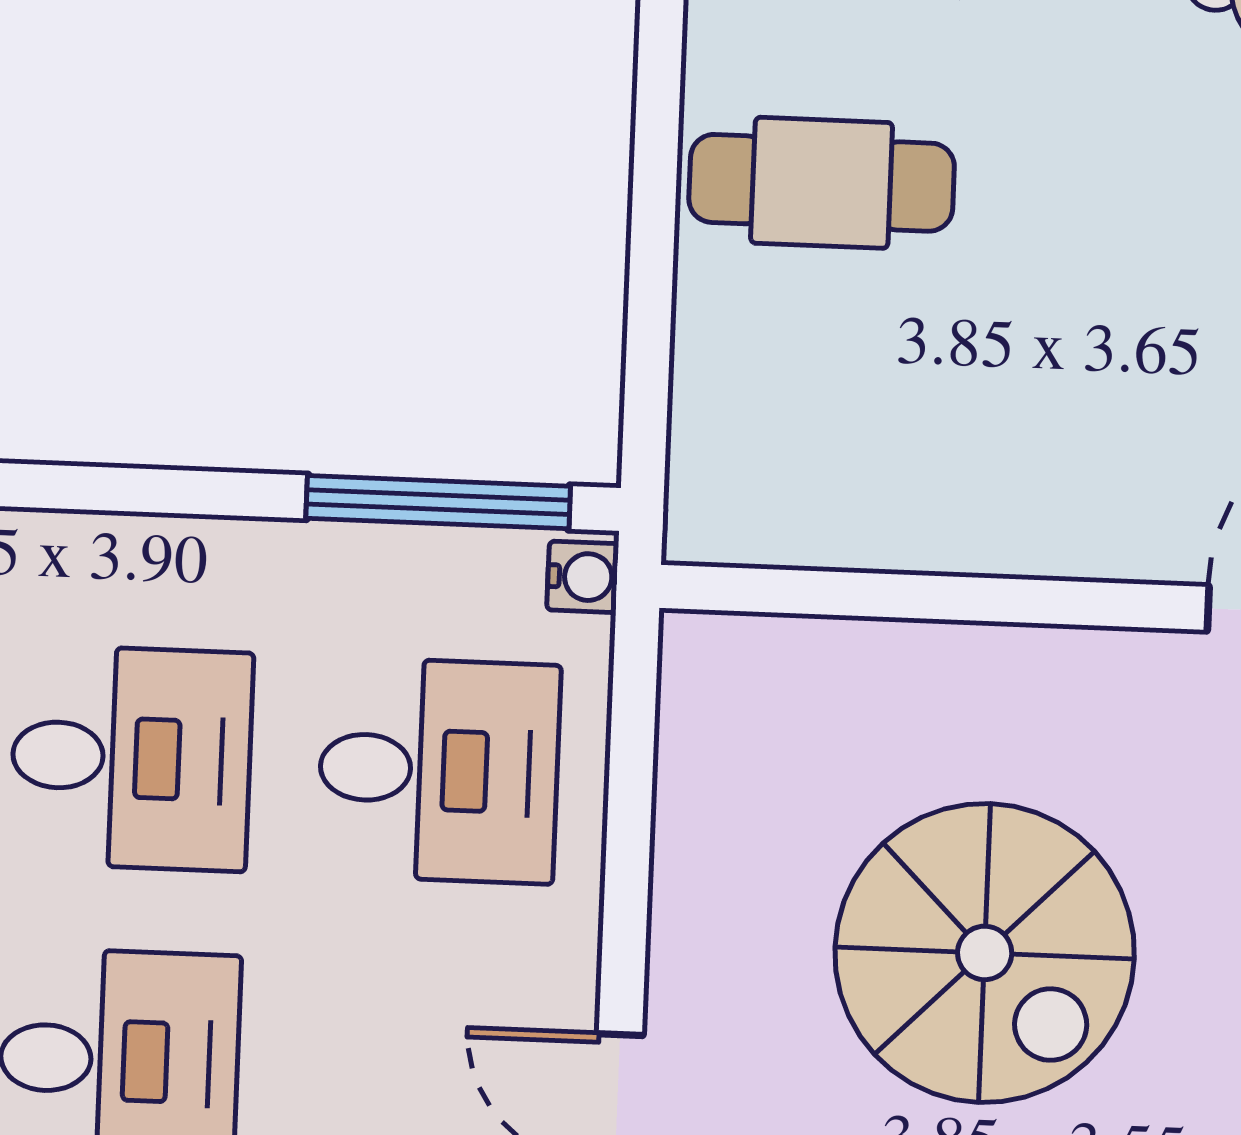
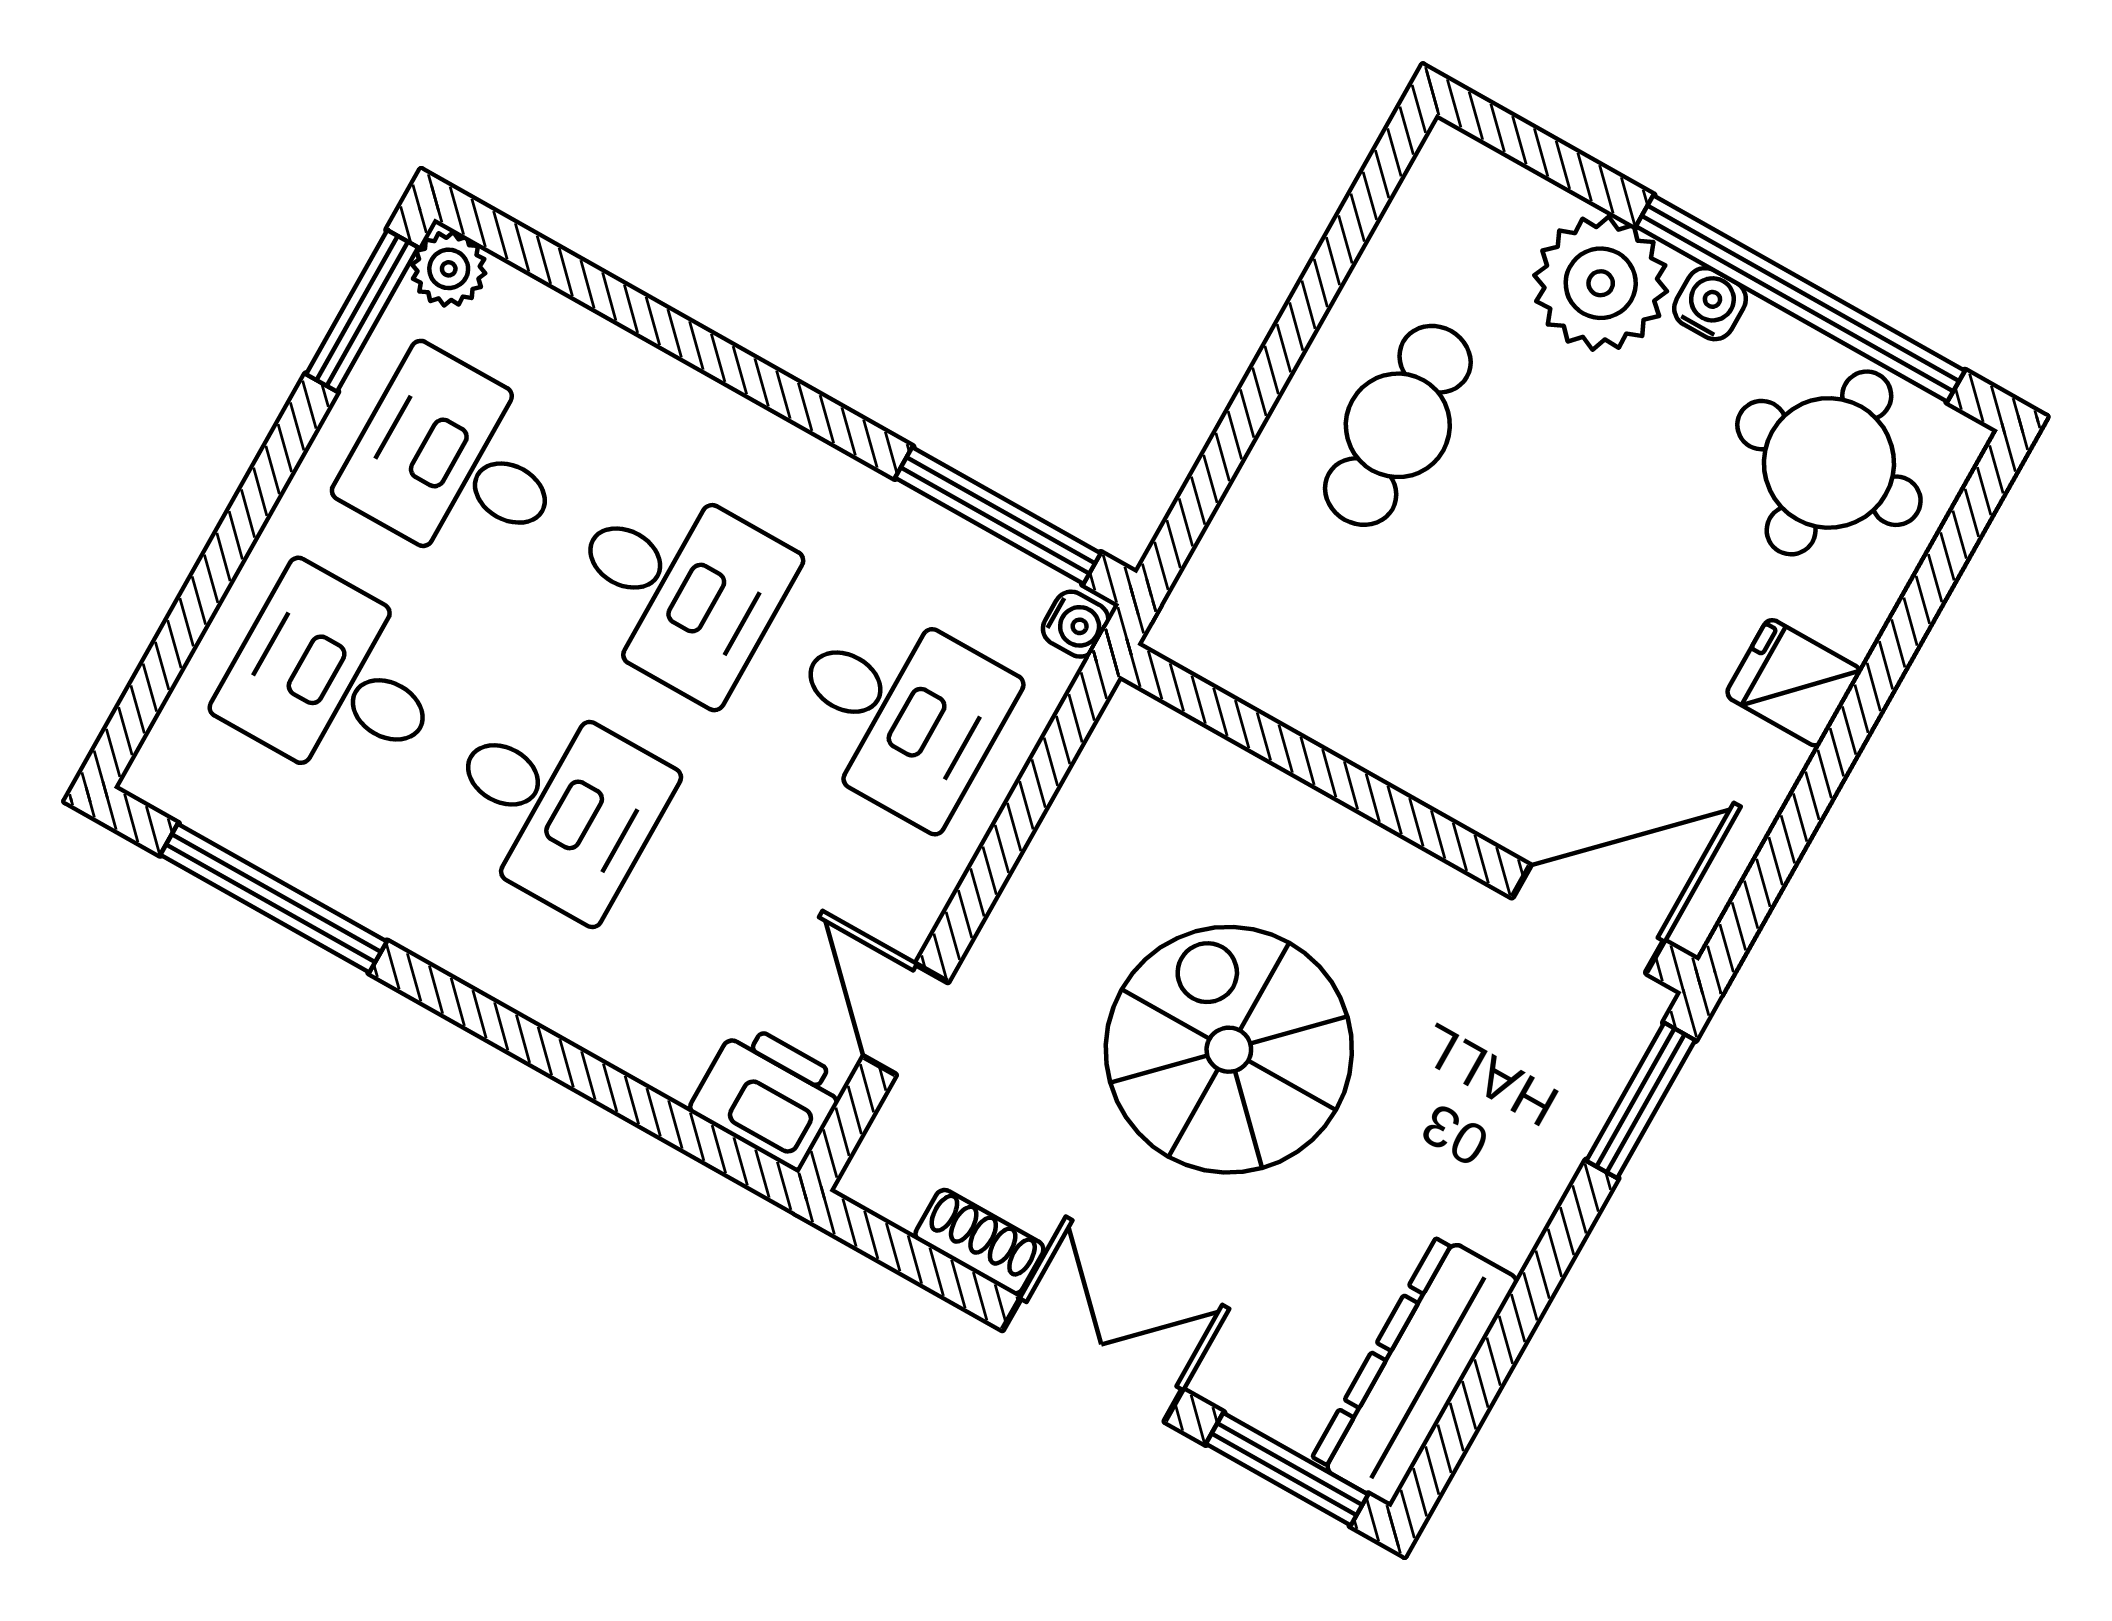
cafe table: (822, 183) -> (1398, 425), turned 90
spiral stairs: (985, 953) -> (1229, 1050), turned 180

